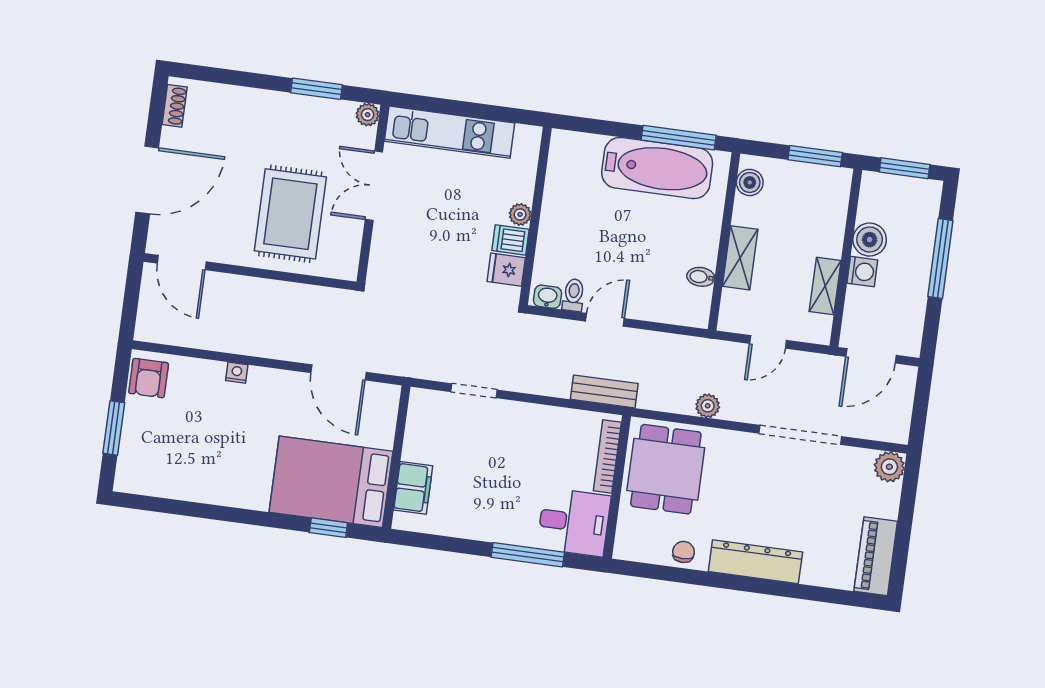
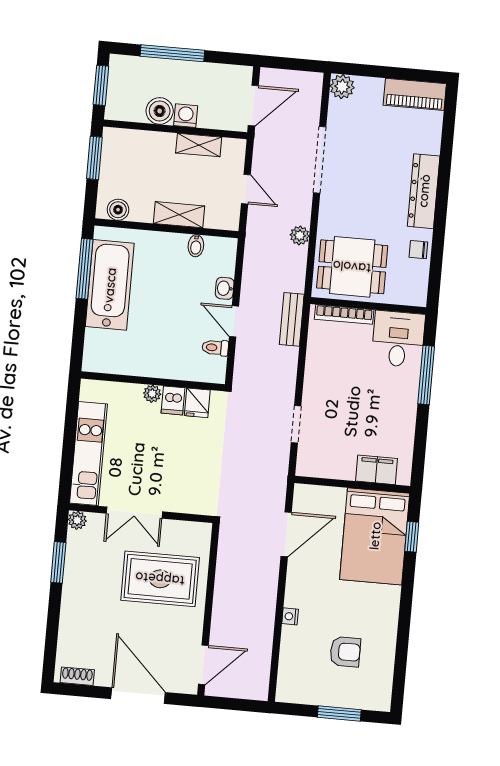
washbasin: (547, 297) -> (225, 288), moved
door: (871, 356) -> (253, 106), hinge flipped
armchair: (149, 378) -> (345, 652), moved

